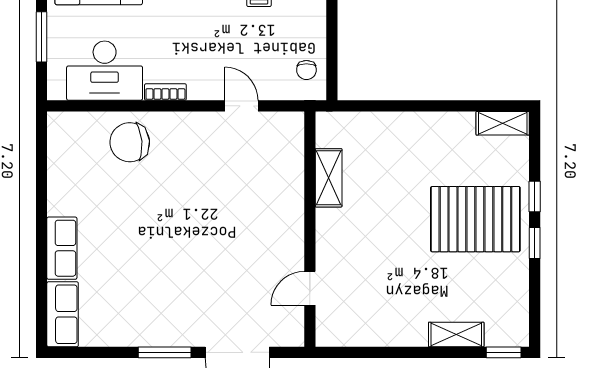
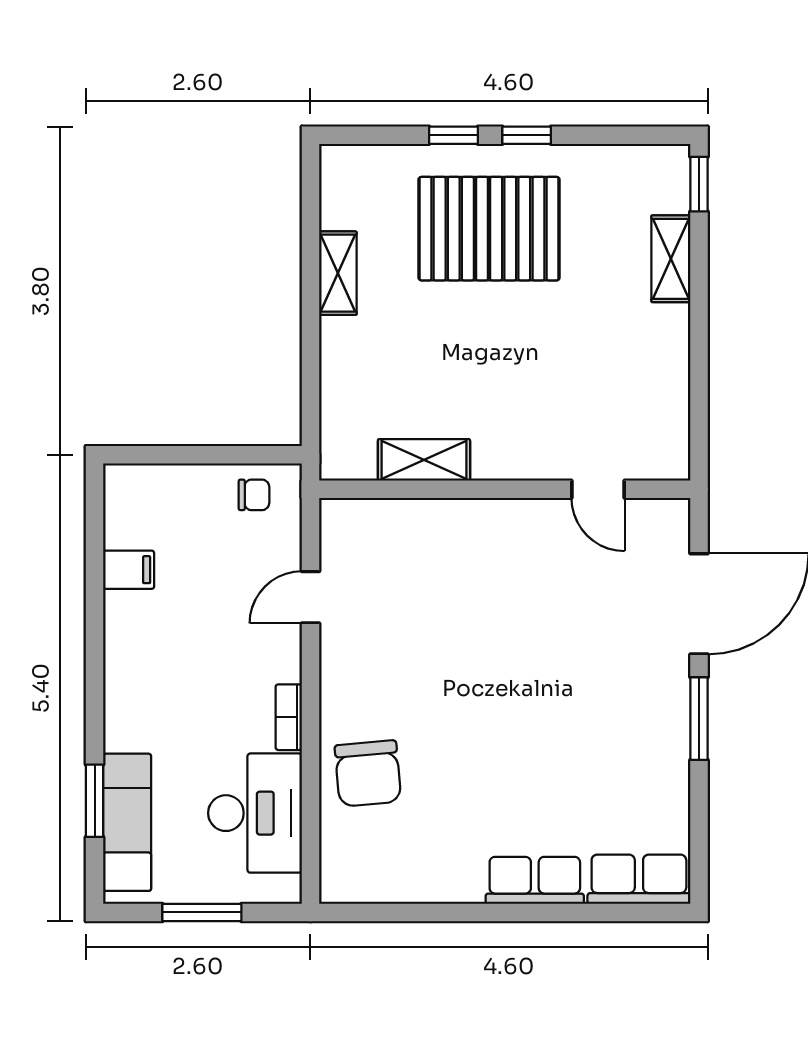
shelving: (503, 123) -> (338, 273), moved
pallet: (475, 219) -> (489, 229), turned 90

